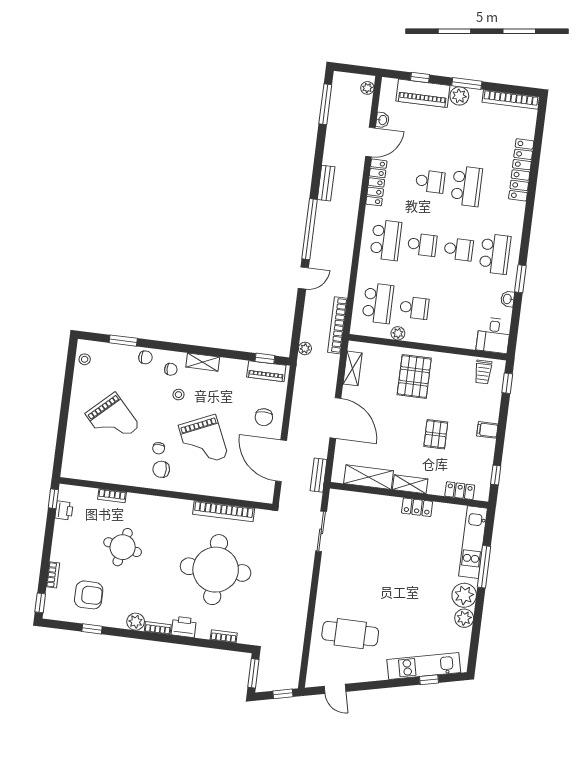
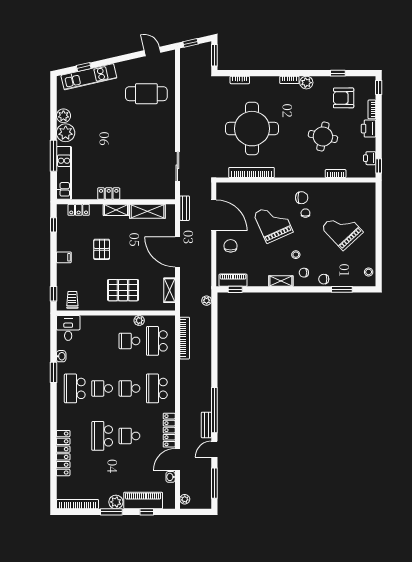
window: (310, 229) -> (214, 410), moved
door: (303, 278) -> (214, 449), moved
bookcase: (337, 325) -> (185, 338), moved
pallet: (414, 376) -> (123, 290), turned 90
printer: (184, 627) -> (369, 129), moved, turned 90

